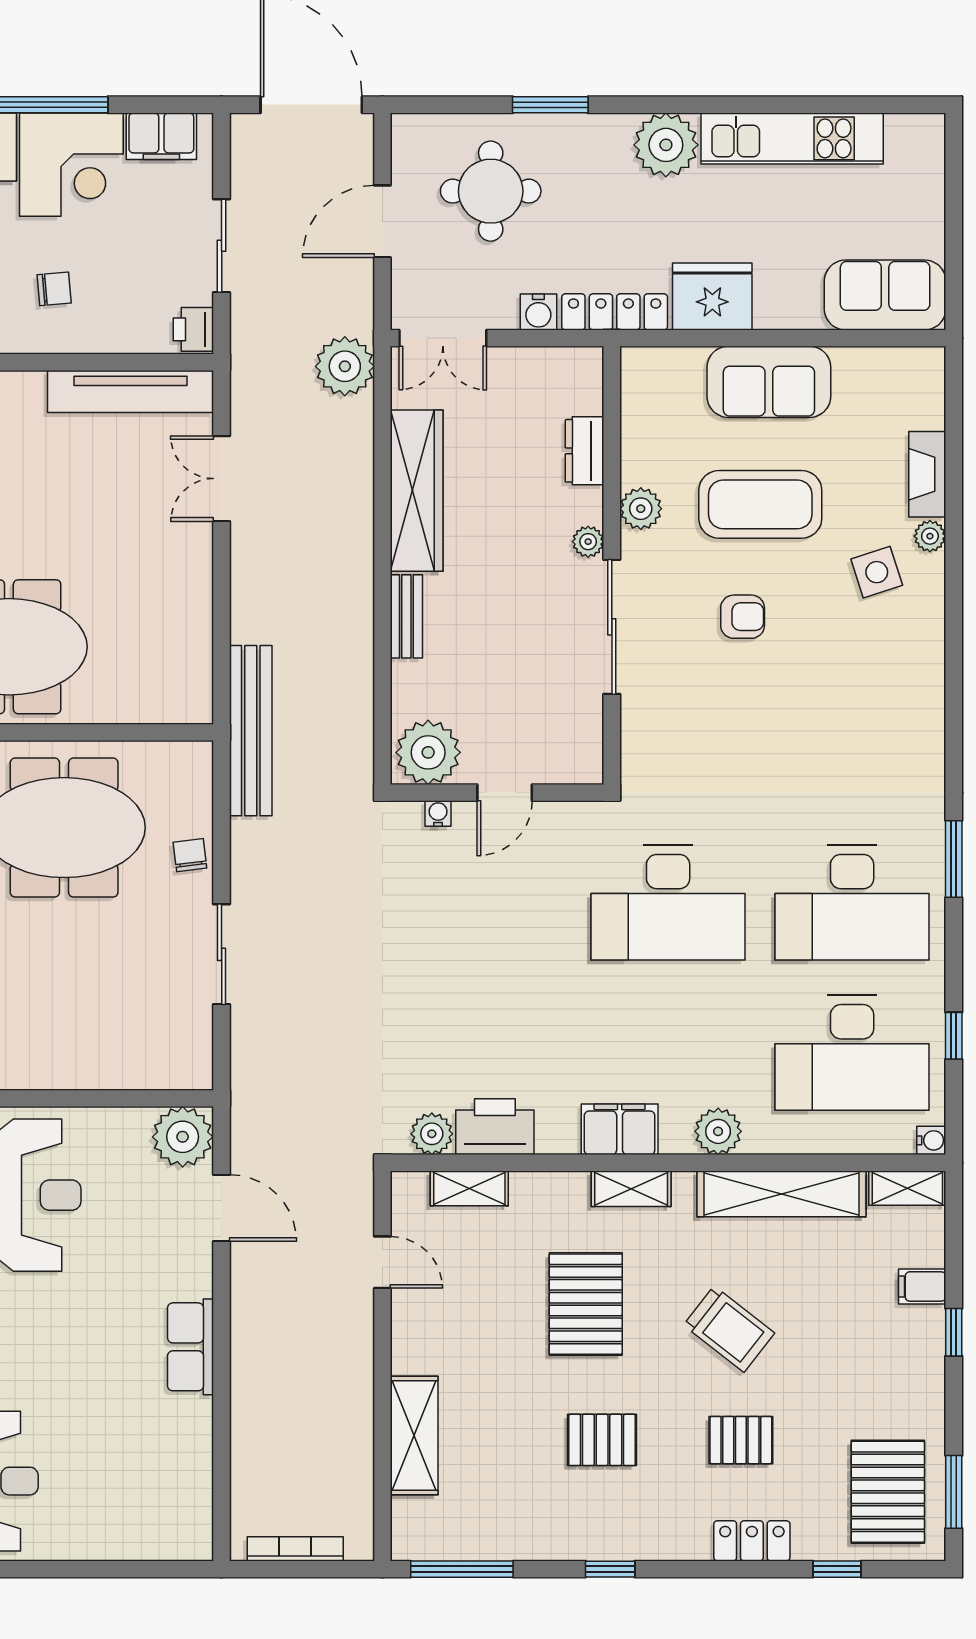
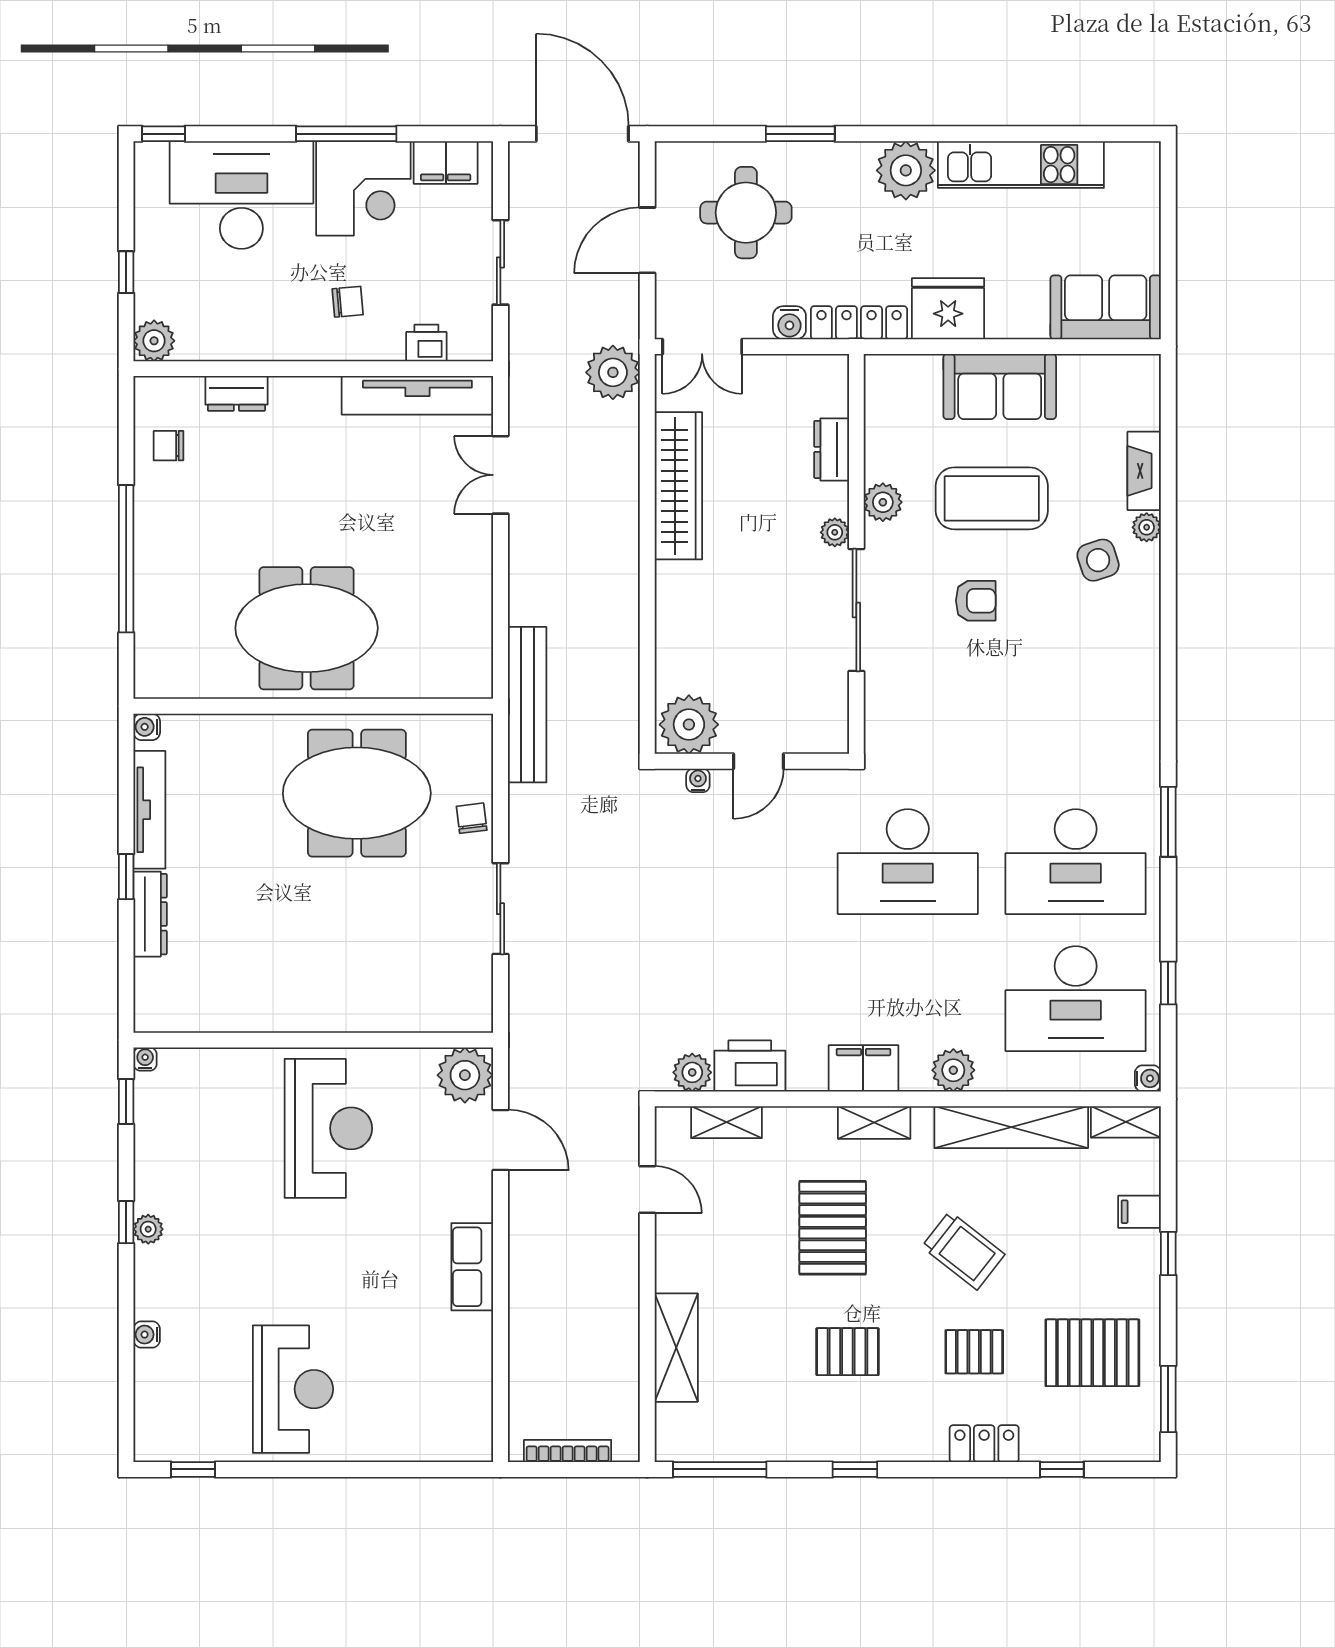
printer: (193, 329) -> (426, 343), moved, turned 90
bench: (406, 616) -> (669, 600), removed
pallet: (888, 1492) -> (1092, 1353), moved, turned 90

